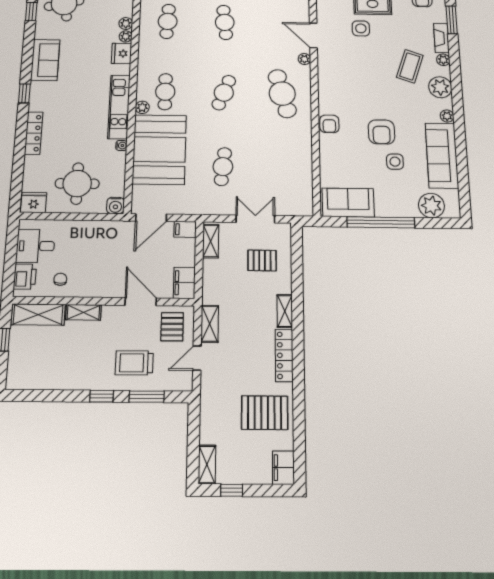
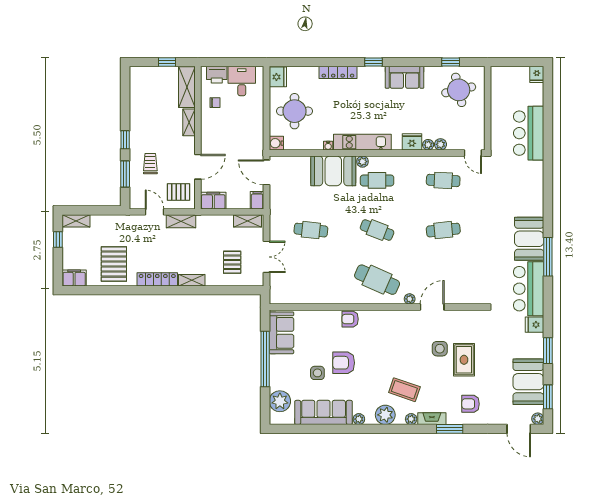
cafe table: (282, 94) -> (377, 280), turned 39
booth: (159, 149) -> (333, 171), width x0.73, depth x0.70
trolley: (134, 363) -> (150, 164), width x0.73, depth x0.72

